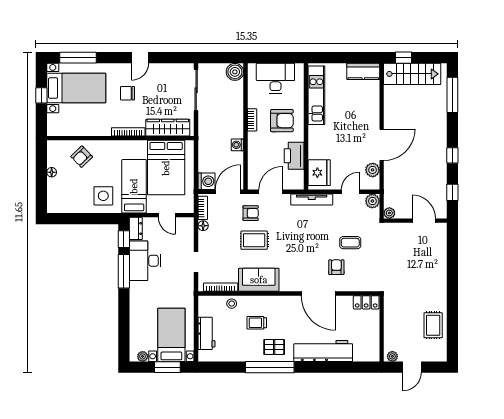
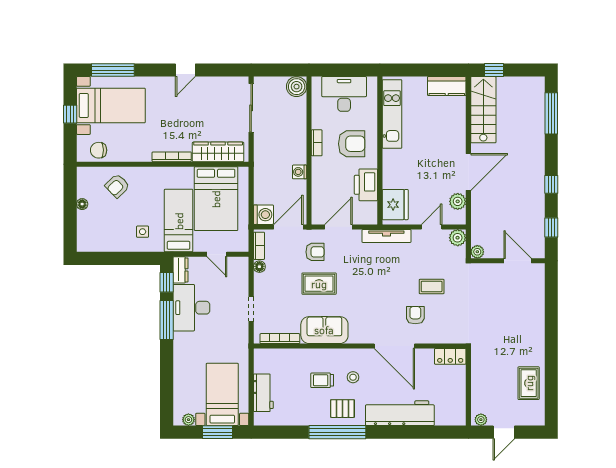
stairs: (412, 74) -> (483, 110), moved, turned -90
chair: (128, 93) -> (99, 150), moved
side table: (103, 196) -> (143, 232), width x0.54, depth x0.54
stool: (232, 304) -> (353, 377), moved

